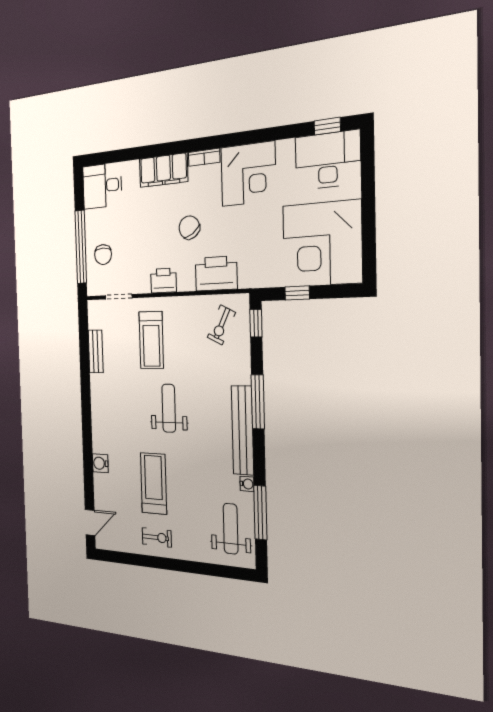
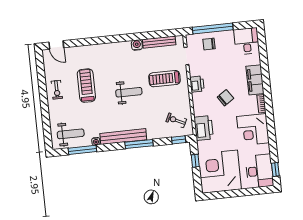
printer: (216, 274) -> (204, 128), moved
bench: (96, 351) -> (159, 42), width x1.36
water cooler: (100, 463) -> (137, 45), moved
treadmill: (154, 483) -> (86, 86), turned -90

